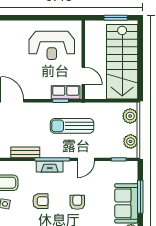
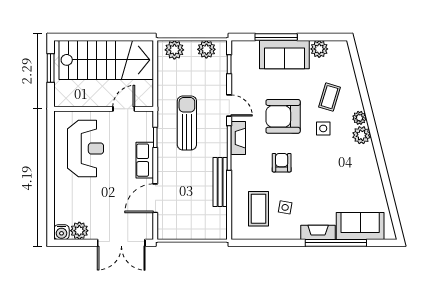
row of seats: (66, 92) -> (145, 160), moved
sun lounger: (72, 126) -> (187, 123), turned 180
bench: (25, 152) -> (220, 182), width x1.36
fireplace: (50, 167) -> (238, 138), moved
armchair: (77, 202) -> (283, 116), width x1.88, depth x1.88

